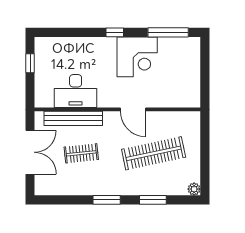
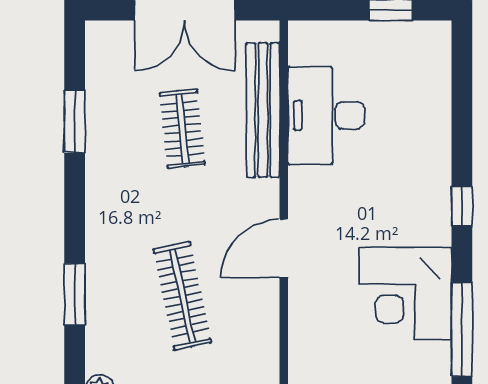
corner desk: (137, 57) -> (405, 293), moved
clothes rail: (154, 153) -> (182, 296), width x0.73, depth x0.76
window: (107, 200) -> (75, 121), moved

